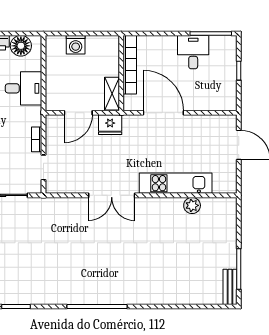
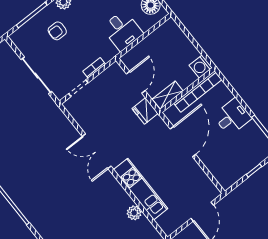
washing machine: (76, 45) -> (201, 67), moved
desk: (193, 52) -> (232, 117), moved
door: (78, 113) -> (136, 82), swing flipped

